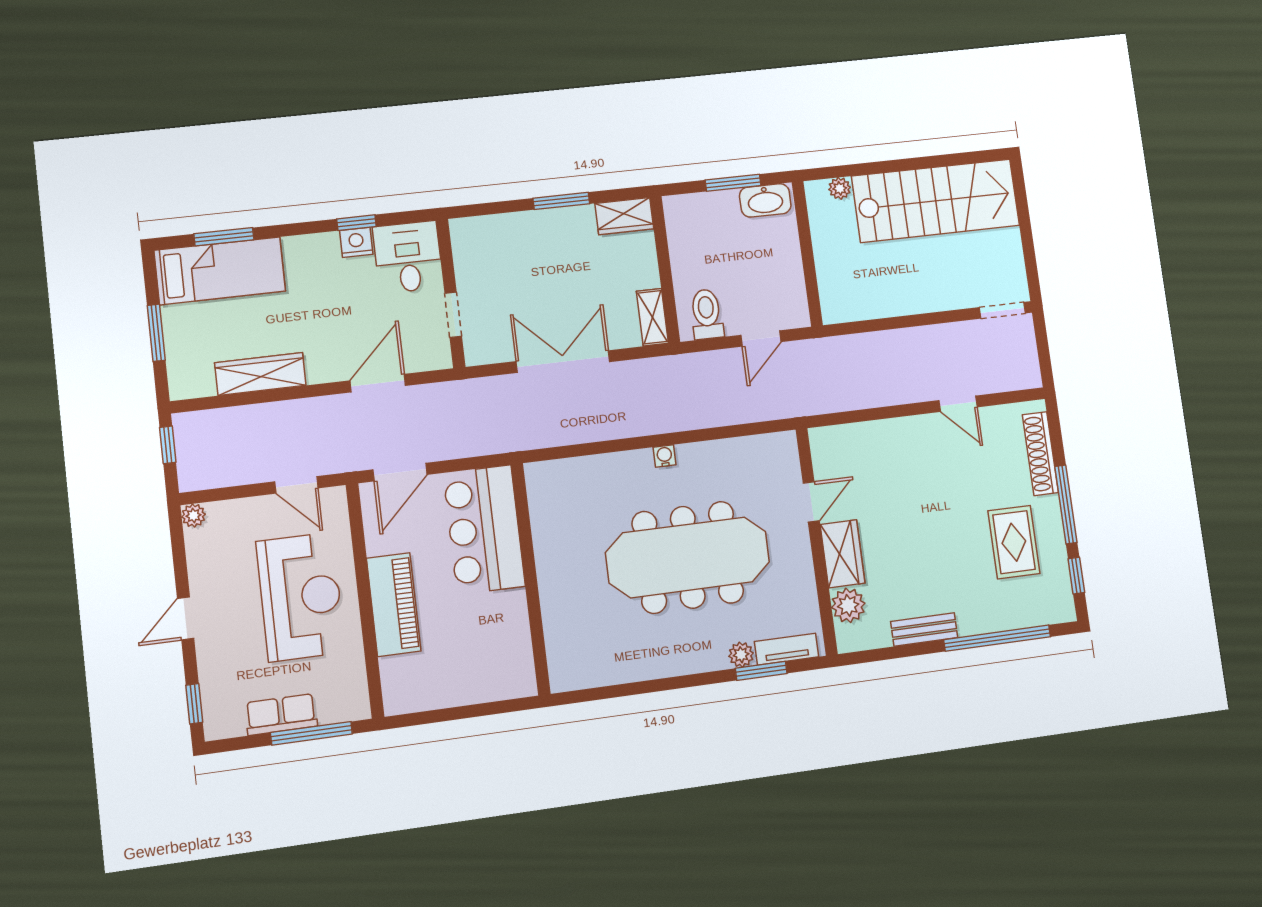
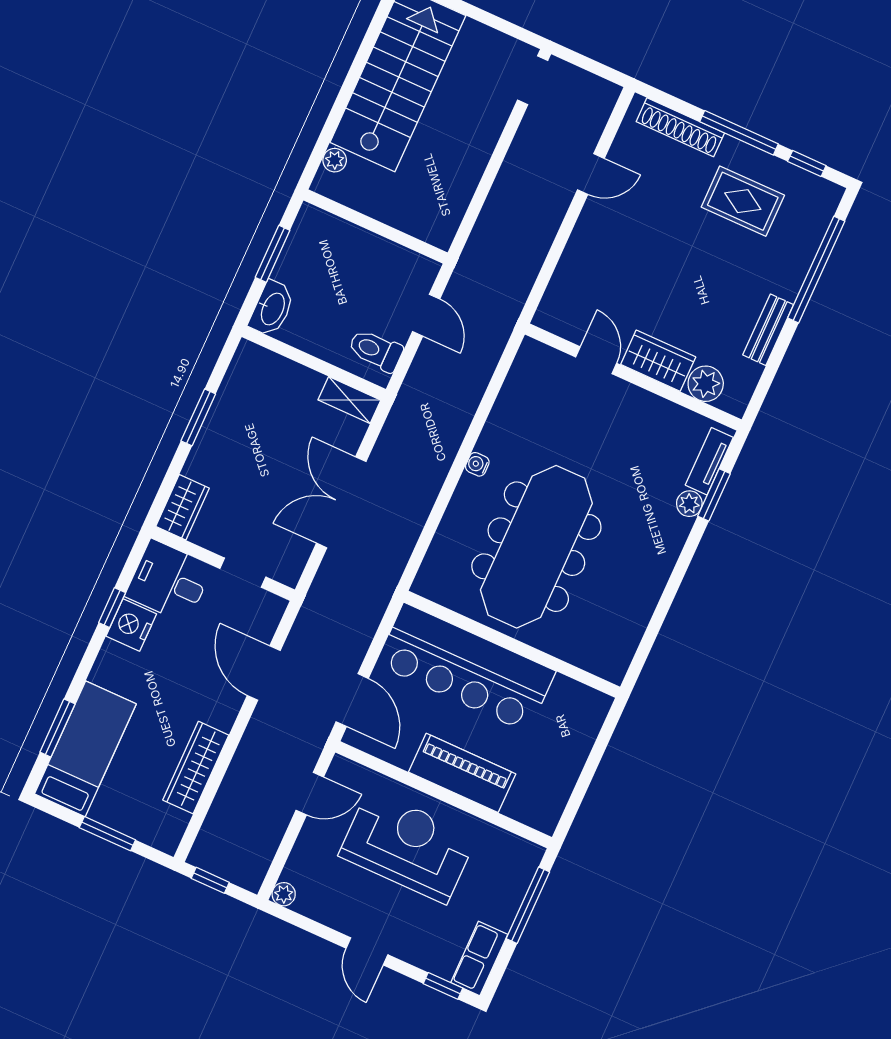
washbasin: (765, 200) -> (272, 309), moved
wardrobe: (624, 216) -> (182, 507), moved
nightstand: (356, 242) -> (131, 625), width x1.36, depth x1.33
bar counter: (484, 530) -> (466, 668), width x1.36
meeting table: (688, 557) -> (536, 547), moved
row of seats: (281, 714) -> (479, 959), moved

